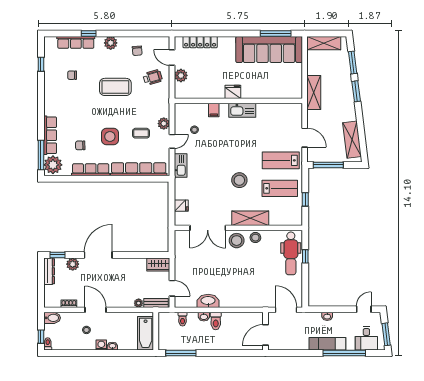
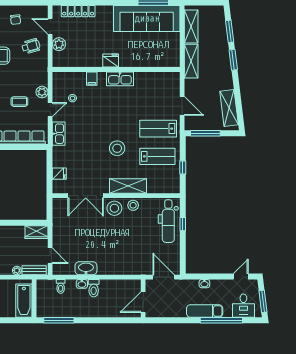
shelving: (324, 43) -> (191, 26), moved, turned 90

